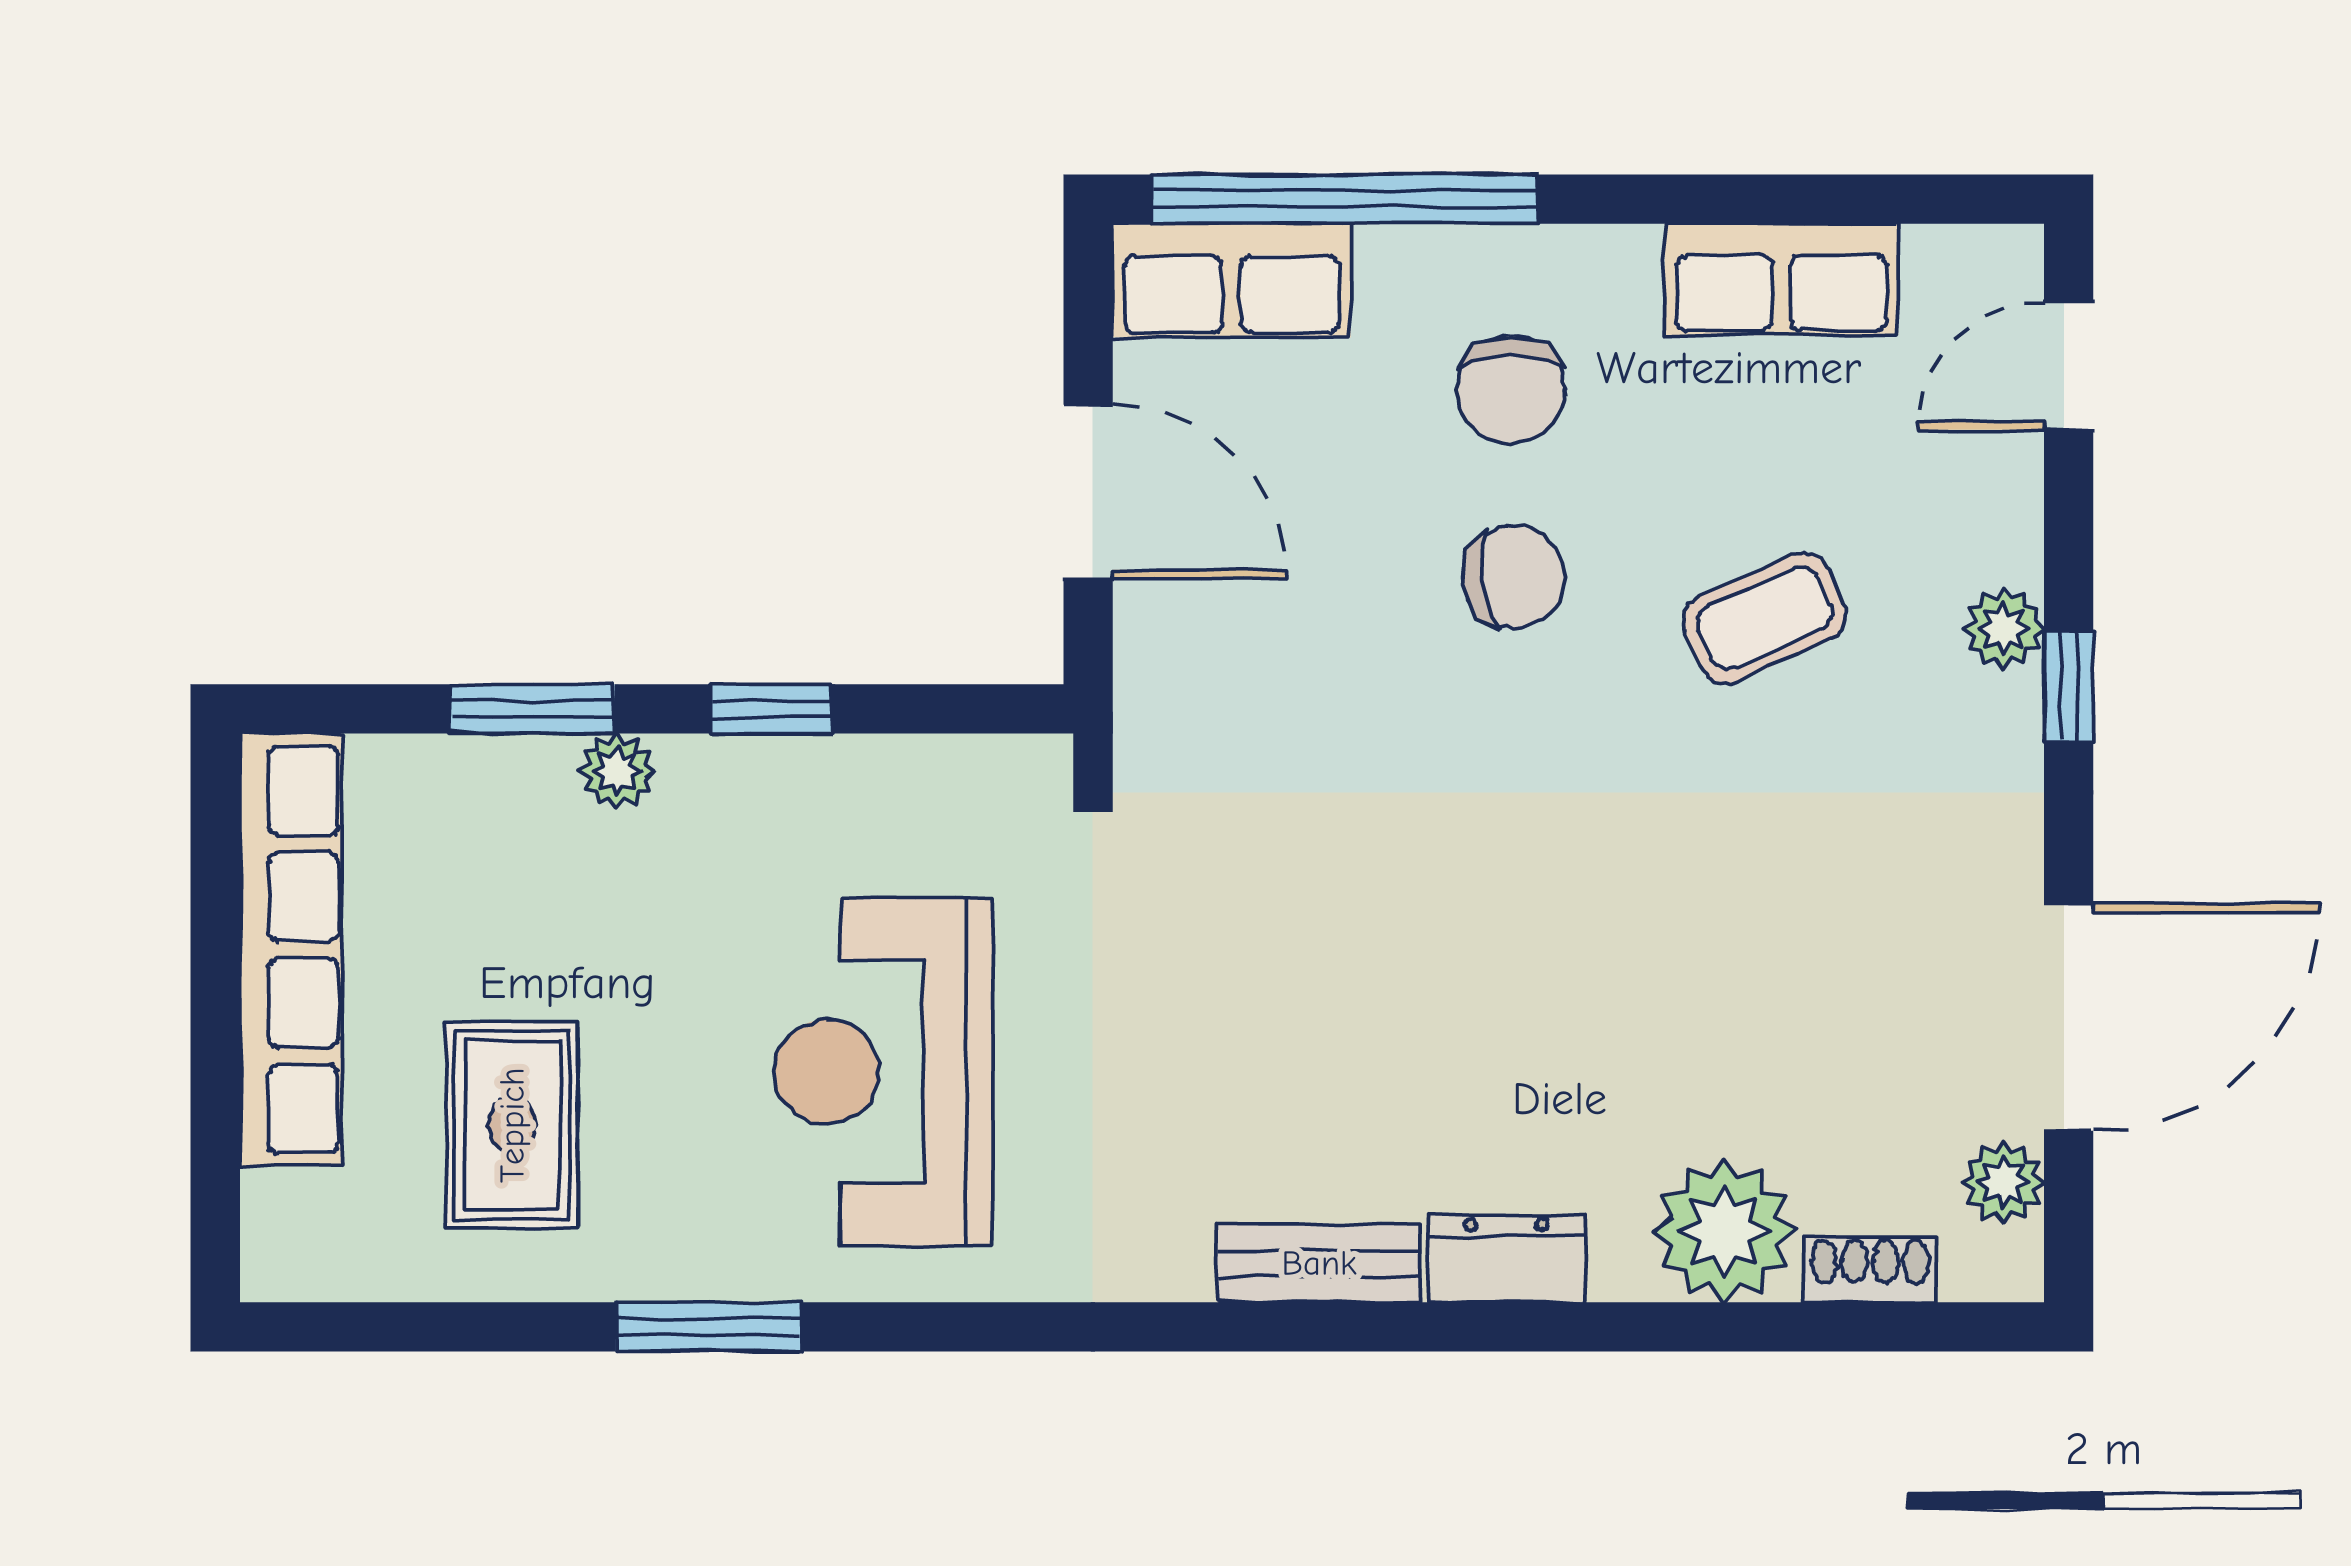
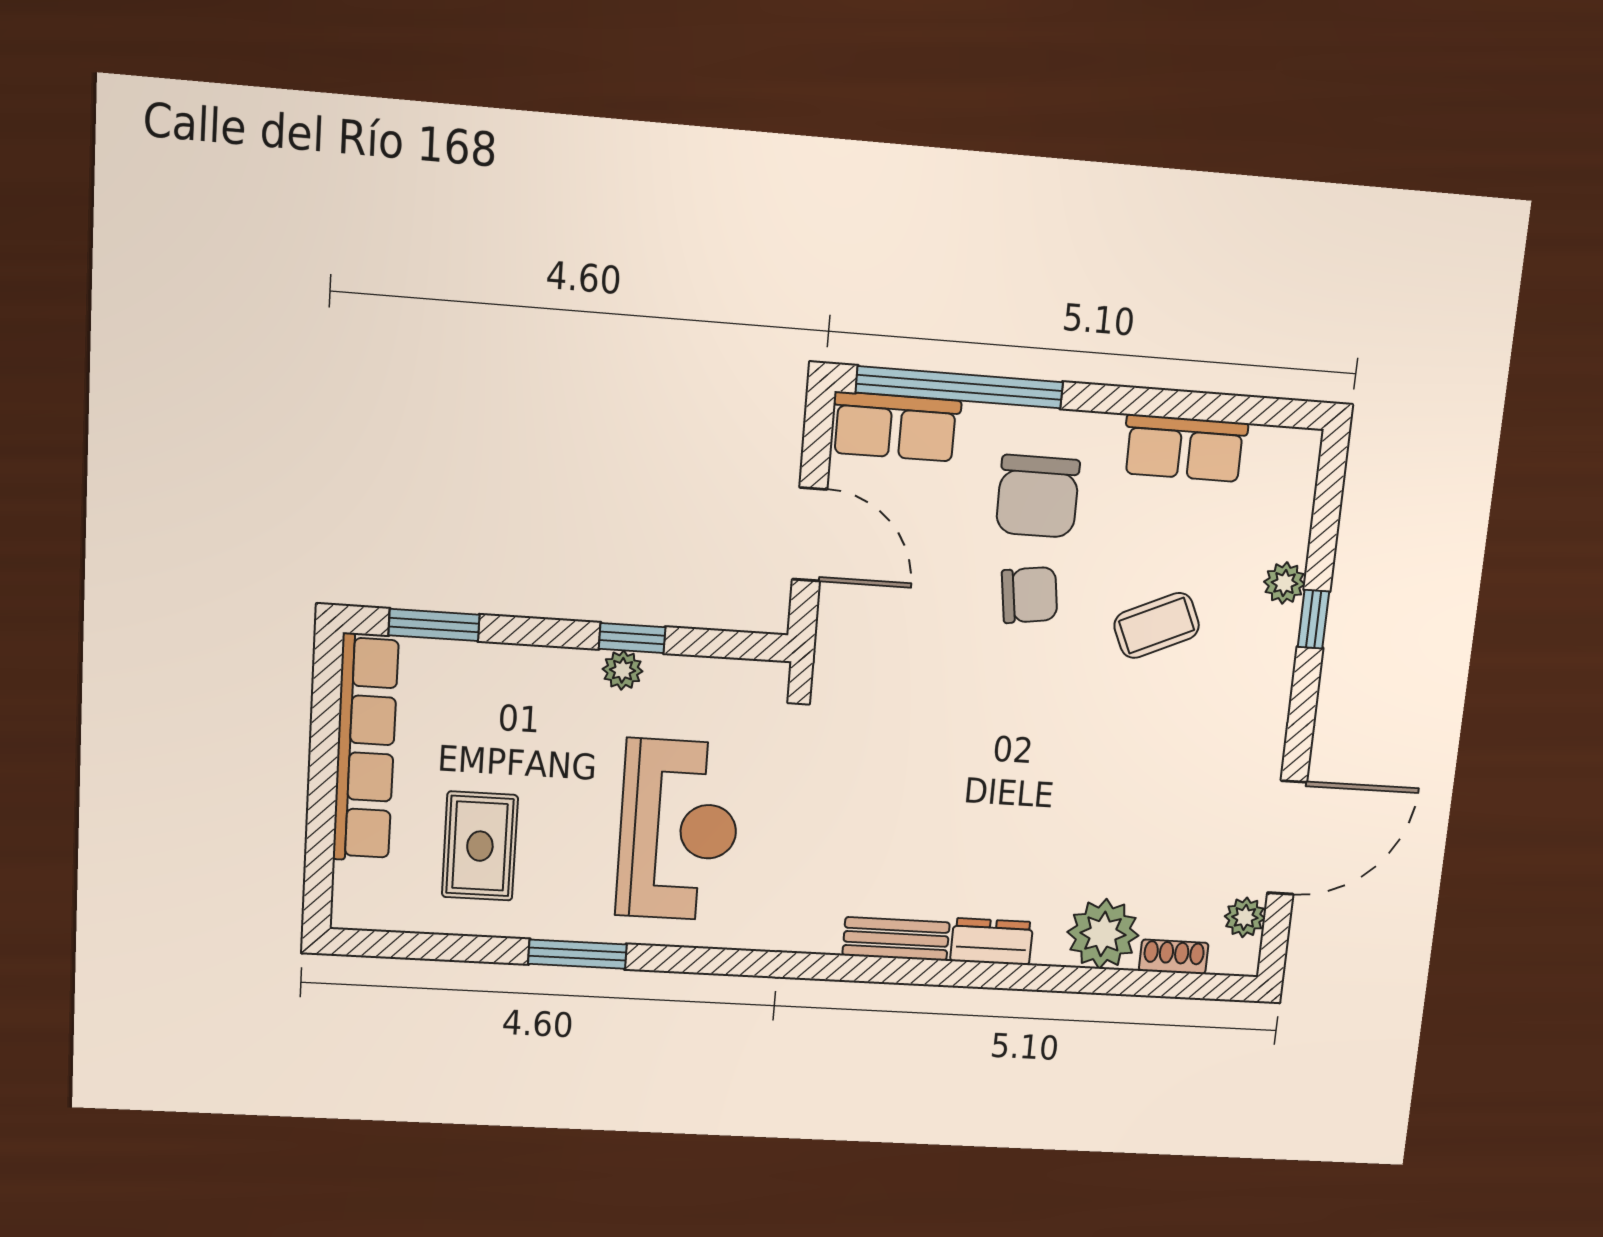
door: (2069, 366) -> (1327, 505), removed
chair: (1511, 390) -> (1038, 496), width x1.37, depth x1.37
plant: (2004, 629) -> (1285, 583), moved
window: (2069, 687) -> (1313, 619), moved
window: (532, 709) -> (434, 625), moved
plant: (617, 771) -> (623, 670), moved
reception desk: (884, 1072) -> (678, 830), turned 180

